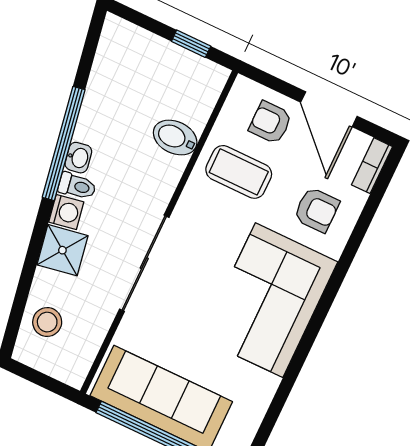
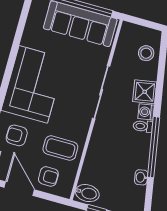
bidet: (175, 138) -> (87, 193), moved
washbasin: (78, 158) -> (141, 177), moved

